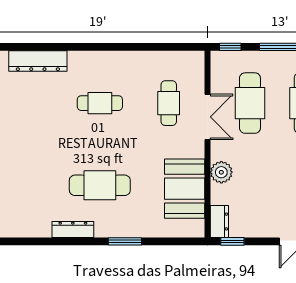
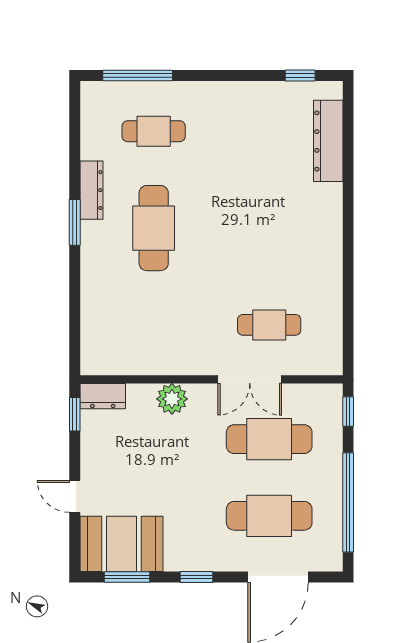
cafe table: (100, 103) -> (154, 131), moved, turned 90
booth: (185, 189) -> (149, 347), removed
window: (125, 241) -> (75, 222), moved

